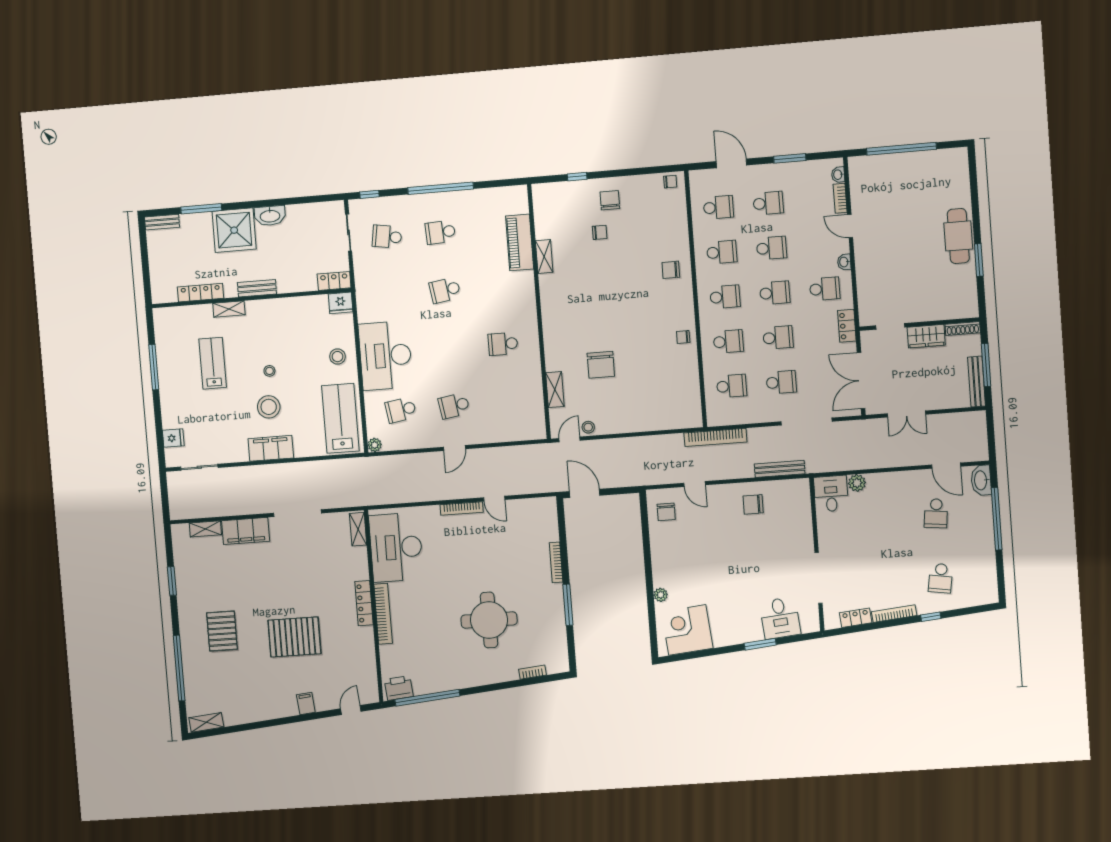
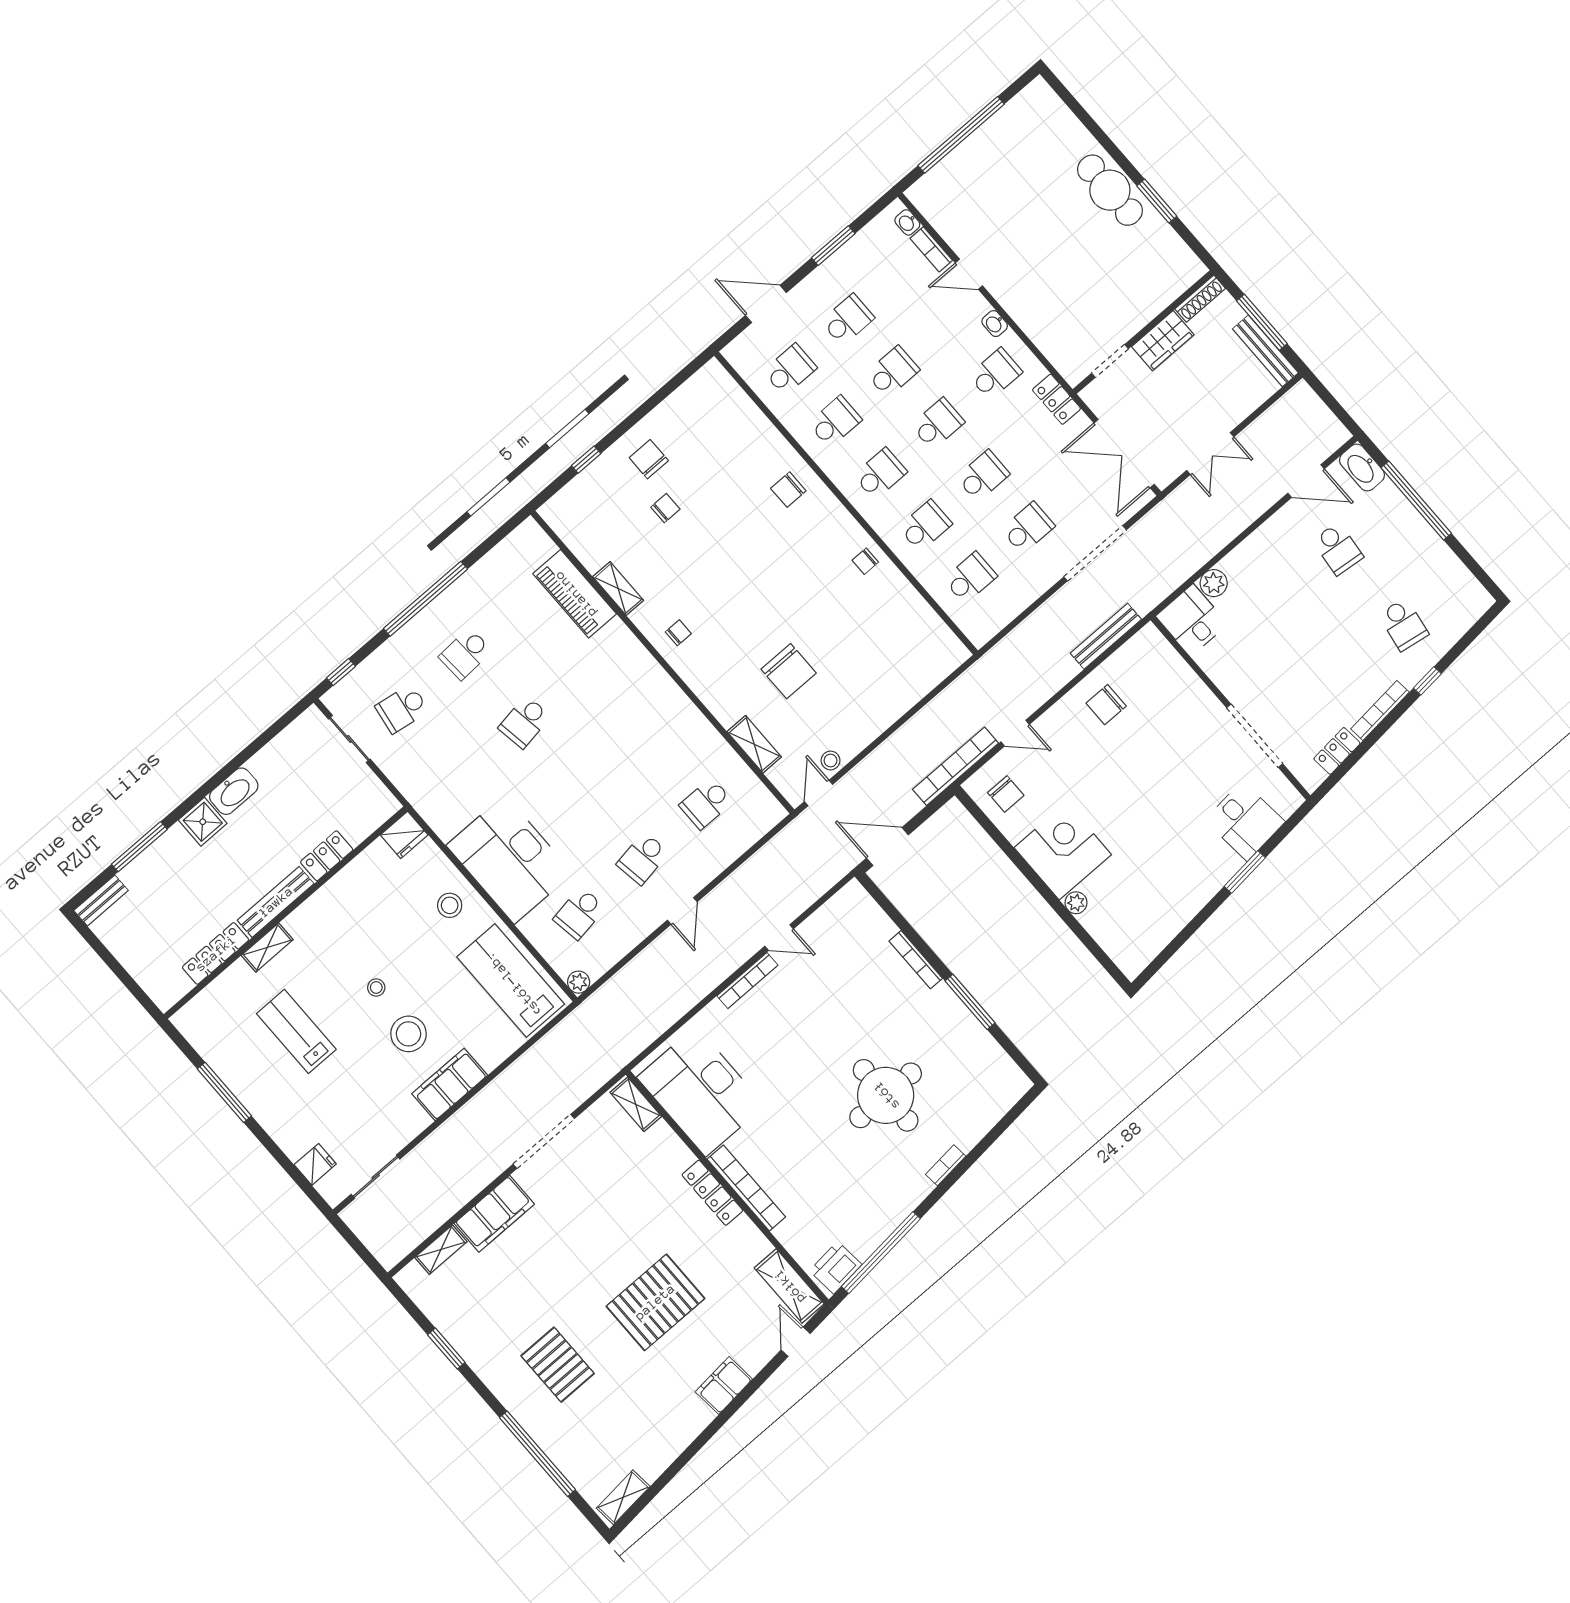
chair: (670, 182) -> (678, 633), moved
shower: (234, 230) -> (203, 822), width x0.54, depth x0.54
locker: (334, 281) -> (327, 856), moved
bench: (257, 288) -> (276, 902), width x1.36
school desk: (503, 344) -> (706, 804), moved
bookcase: (715, 437) -> (956, 766), moved, turned 180
corner desk: (687, 630) -> (1063, 851), moved, turned 95
bookcase: (533, 672) -> (946, 1165), moved
shelving: (368, 680) -> (789, 1286), added
filing cabinet: (306, 703) -> (724, 1385), width x2.00

